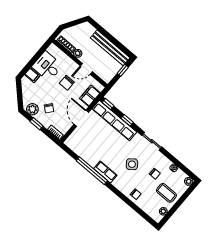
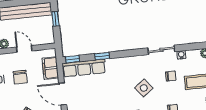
door: (86, 69) -> (24, 49), swing flipped
row of seats: (114, 120) -> (84, 68), width x0.73
sliding door: (152, 141) -> (161, 50), moved

